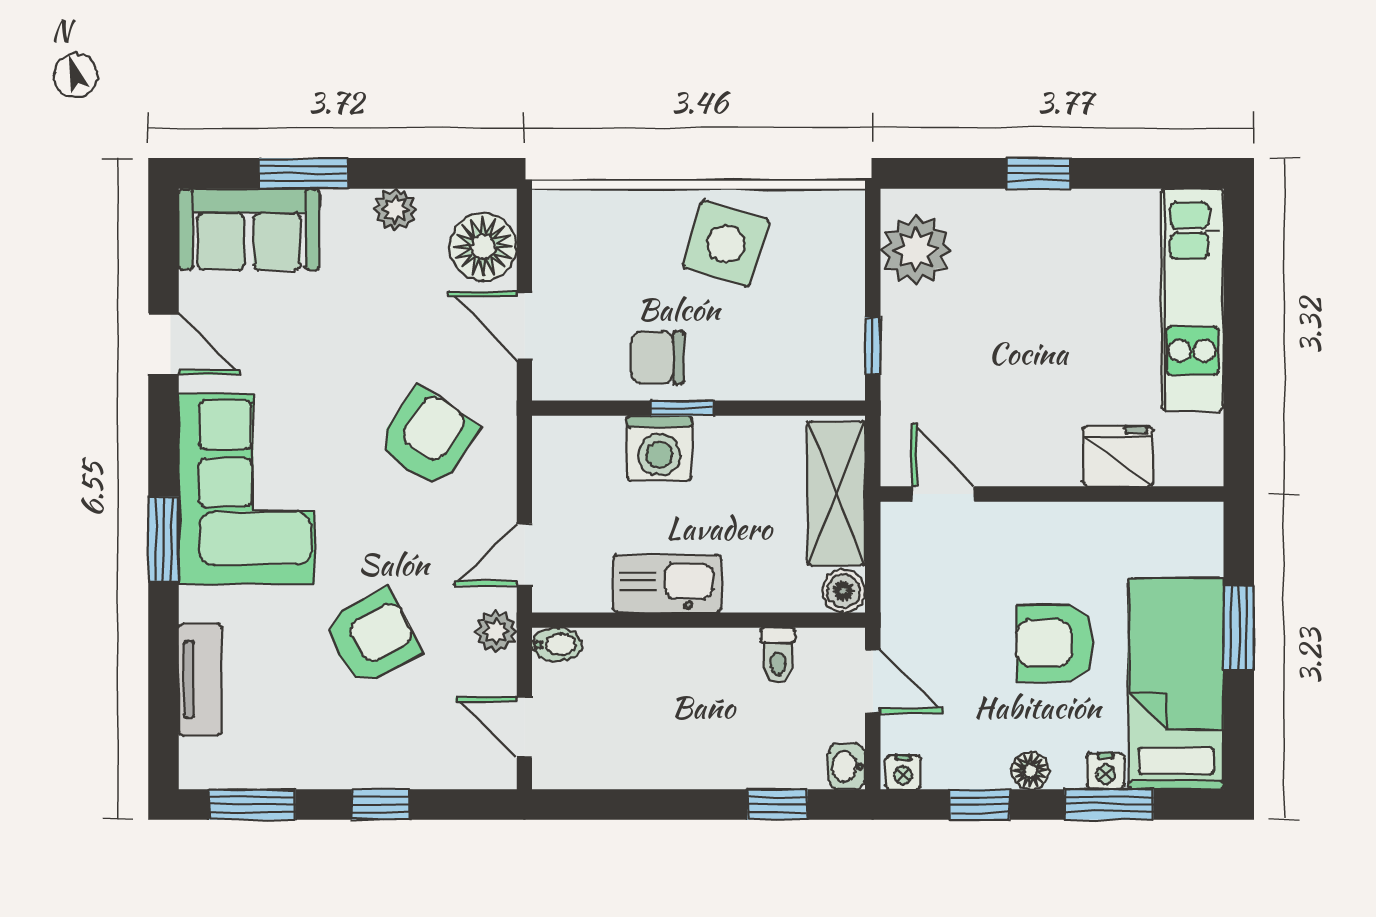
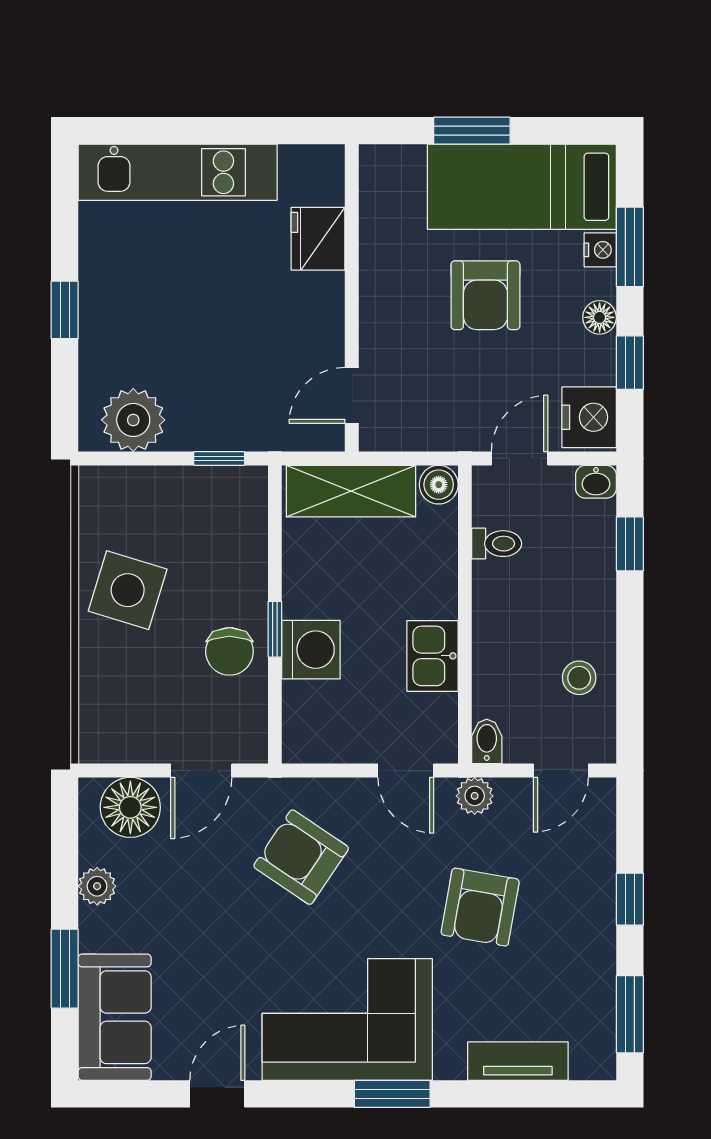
kitchen sink: (667, 584) -> (432, 656), width x0.73
armchair: (372, 637) -> (480, 907), turned -142
stool: (628, 748) -> (579, 678), added
nightstand: (903, 772) -> (589, 417), width x1.89, depth x1.79

